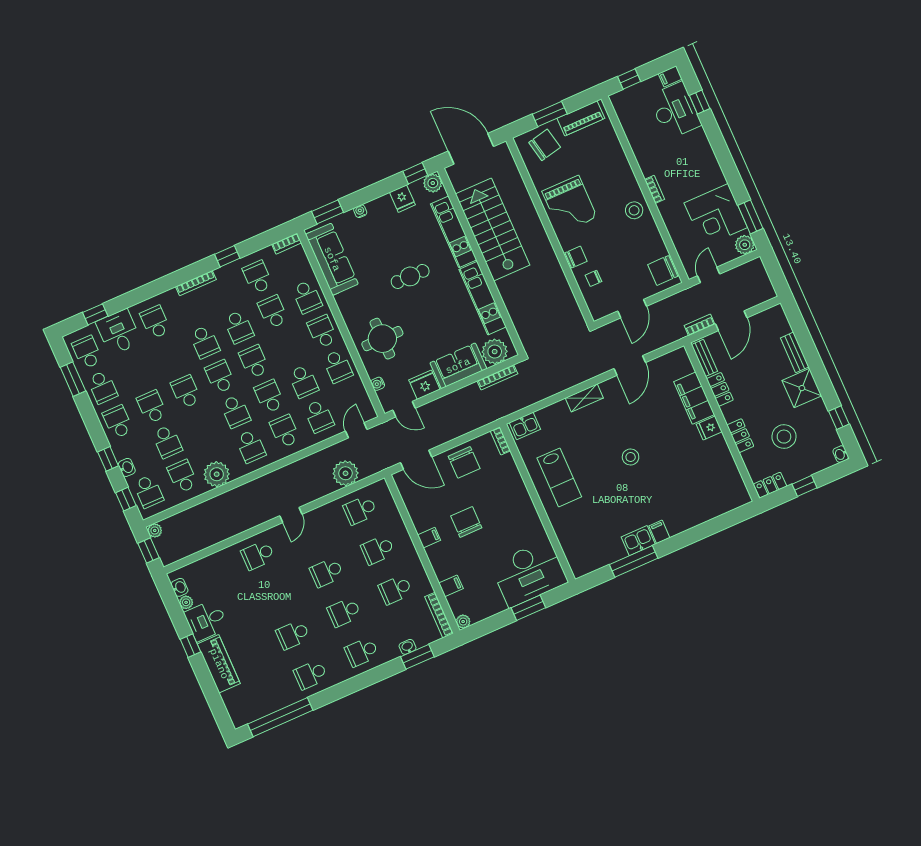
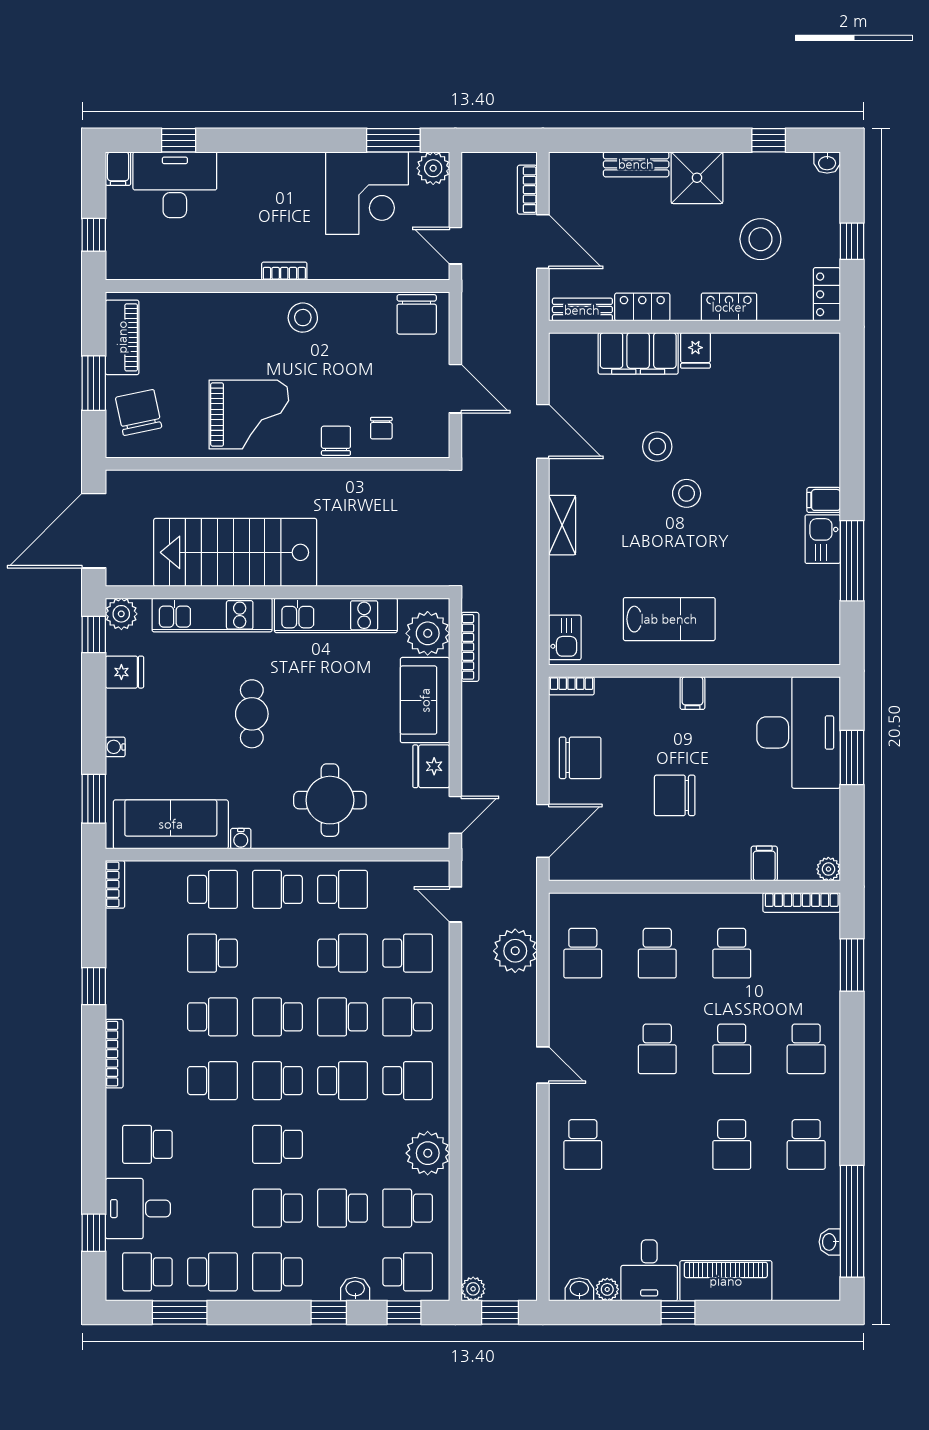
school desk: (257, 277) -> (147, 953), removed
bookcase: (700, 325) -> (527, 190), moved
water cooler: (378, 384) -> (241, 839), moved
stool: (649, 430) -> (657, 447), added
school desk: (167, 442) -> (343, 1208), turned 180
filing cabinet: (429, 538) -> (692, 693), moved, turned 180
washbasin: (407, 647) -> (830, 1242), moved

